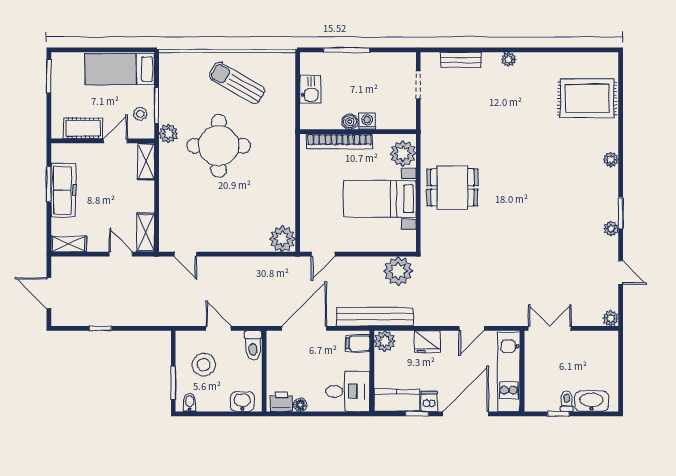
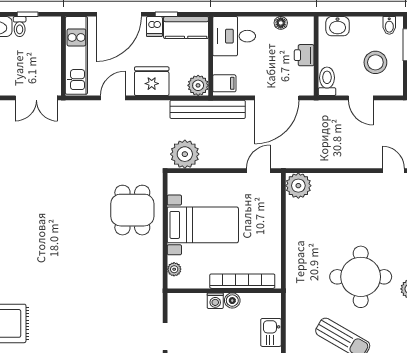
plant: (403, 154) -> (174, 269), width x0.53, depth x0.53
dining table: (452, 188) -> (132, 210), moved, turned 90
fridge: (427, 342) -> (152, 81), width x1.36, depth x1.34
printer: (281, 402) -> (304, 55), moved, turned 90

